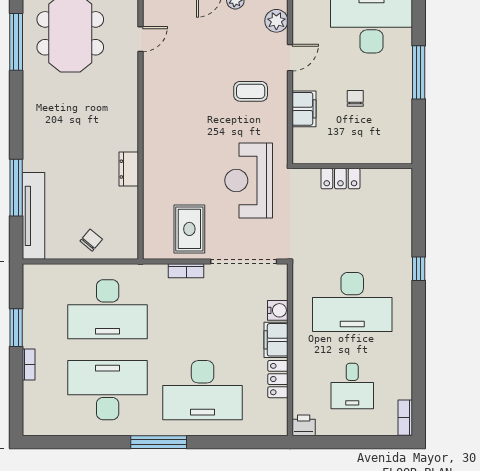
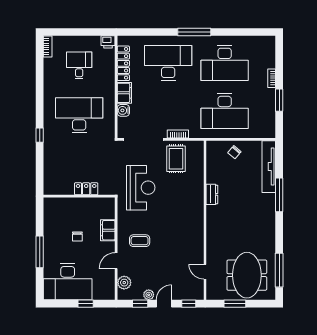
door: (141, 39) -> (205, 272), hinge flipped
window: (16, 188) -> (279, 195), moved
desk: (108, 309) -> (225, 111), turned 180
locker: (278, 379) -> (123, 63), width x1.53

